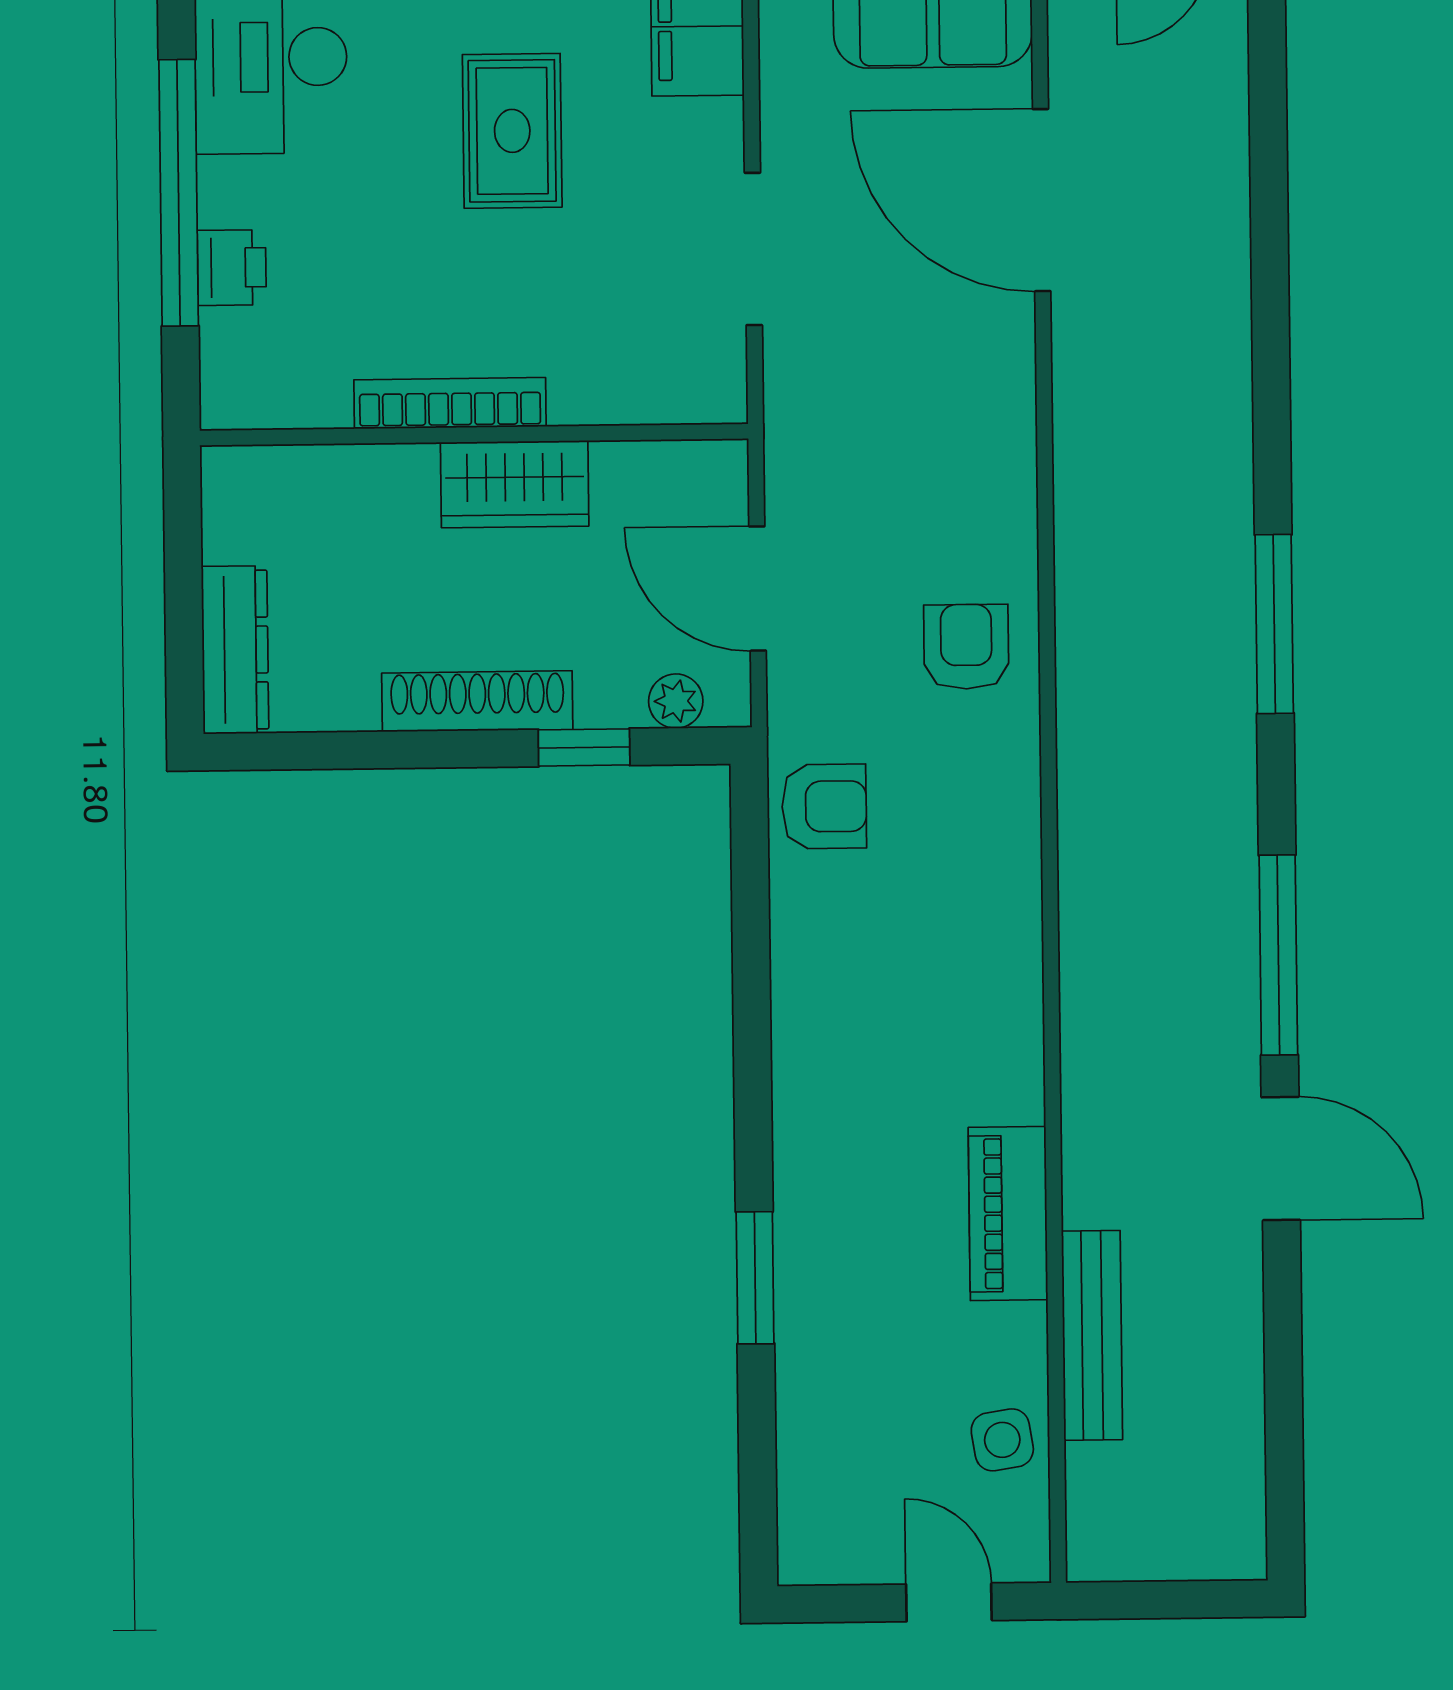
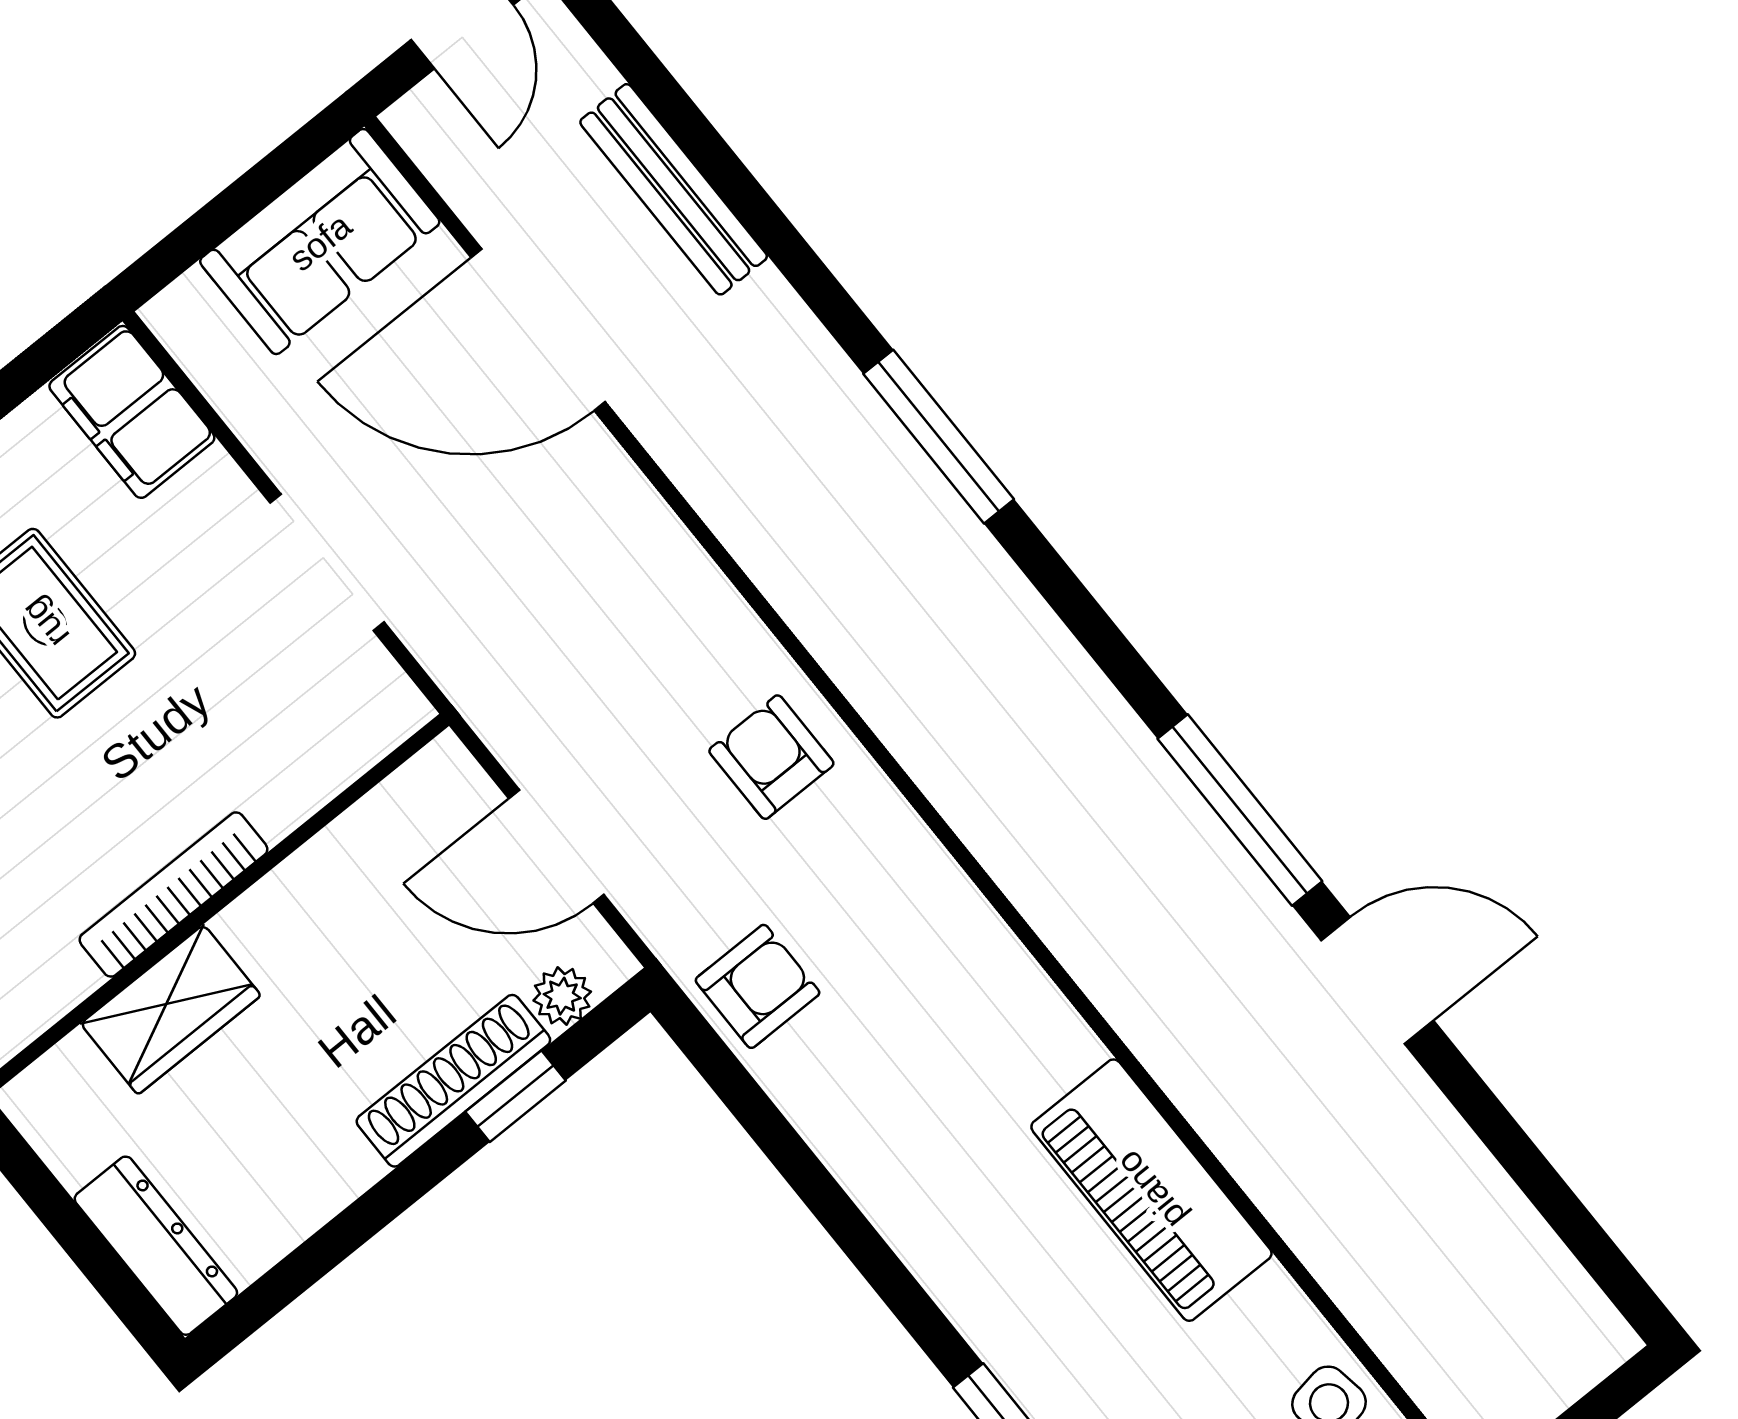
wardrobe: (515, 484) -> (171, 1010), moved
window: (1274, 624) -> (939, 437), moved
shoe rack: (477, 701) -> (453, 1081), moved
piano: (1008, 1214) -> (1151, 1190), width x1.37, depth x1.33
bench: (1092, 1335) -> (674, 189), moved

